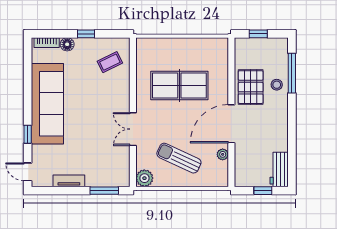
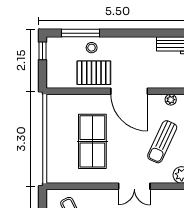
window: (258, 34) -> (43, 51), moved
plant: (223, 154) -> (171, 100), moved

